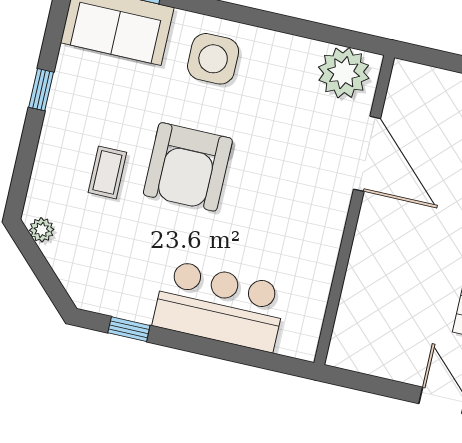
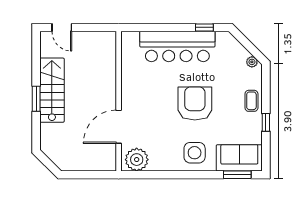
door: (367, 154) -> (119, 127), hinge flipped
coffee table: (107, 172) -> (251, 101), moved
bar counter: (220, 306) -> (177, 46), width x1.36

